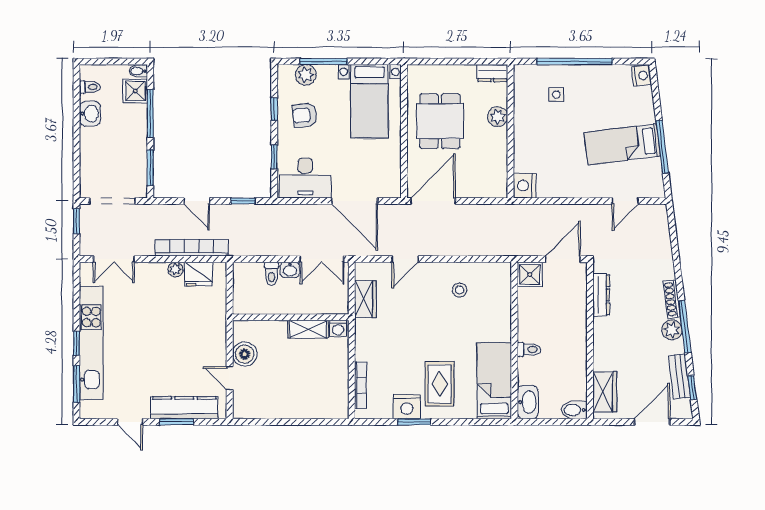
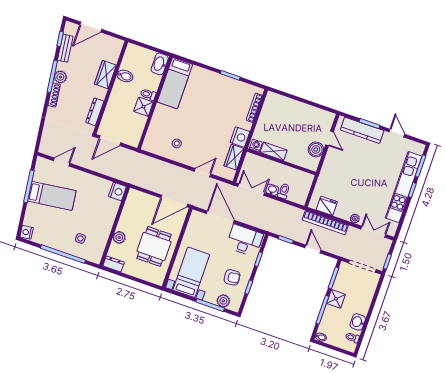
shower: (135, 91) -> (336, 299), moved
plant: (175, 269) -> (355, 219), moved
shower: (530, 274) -> (143, 107), moved
rug: (440, 384) -> (208, 92), removed
wardrobe: (605, 392) -> (105, 75), moved
nightstand: (407, 407) -> (240, 137), moved, turned 90
bidet: (574, 410) -> (125, 76), moved

